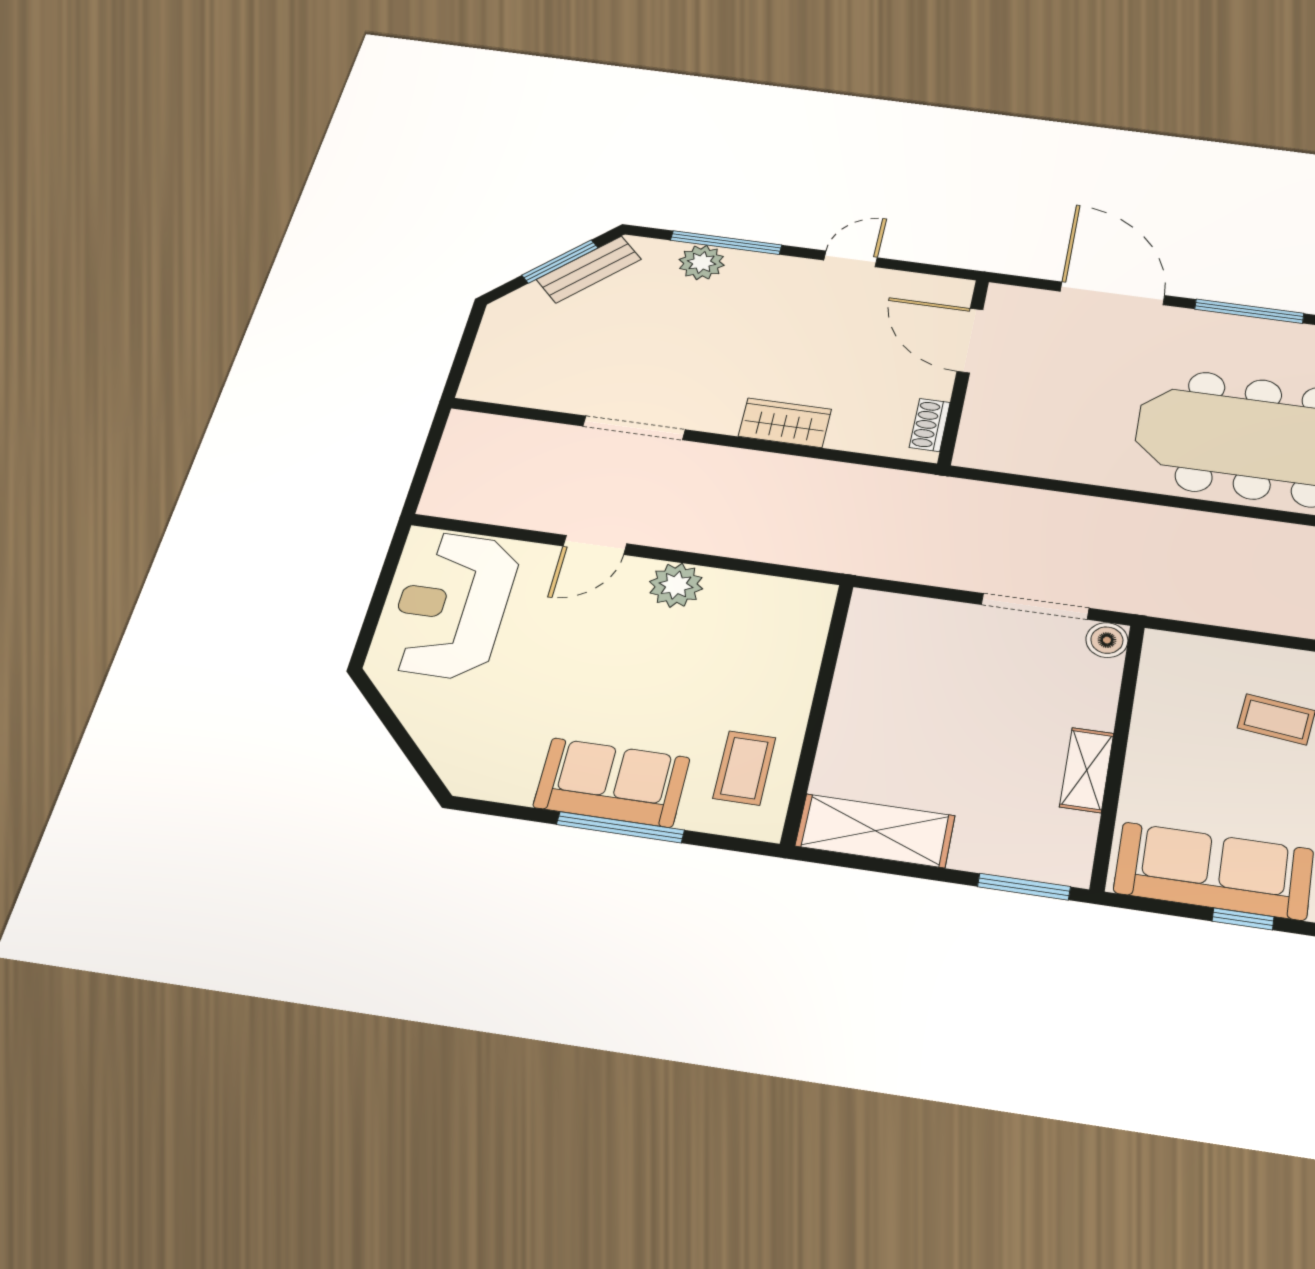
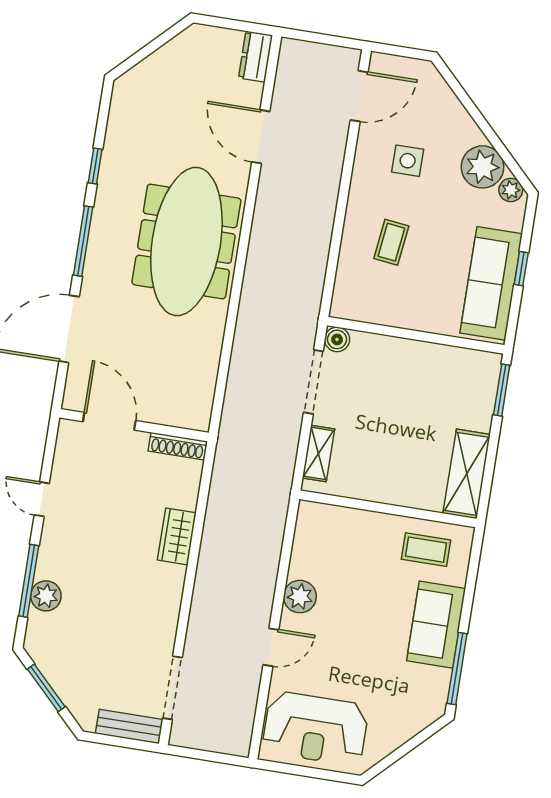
bench: (589, 269) -> (129, 726), moved, turned -45
door: (970, 340) -> (109, 421), swing flipped
shoe rack: (930, 425) -> (178, 446), width x1.43
doorway: (634, 428) -> (172, 688), moved
door: (595, 545) -> (271, 647), hinge flipped
shelving: (1087, 770) -> (318, 453), moved, turned 90
window: (620, 827) -> (457, 669), moved

